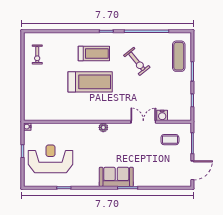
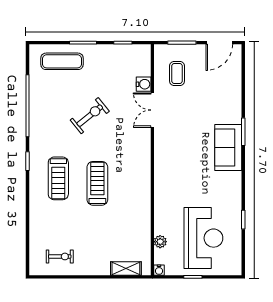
treadmill: (94, 53) -> (58, 178), turned 180
exercise bike: (137, 61) -> (90, 116), moved
treadmill: (90, 82) -> (97, 183), width x0.73, depth x0.73
shelving: (29, 102) -> (126, 268), added
plant: (103, 127) -> (160, 242), moved
reception desk: (51, 159) -> (203, 238), turned 180
door: (192, 170) -> (219, 43), swing flipped

